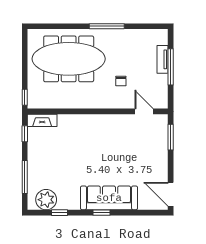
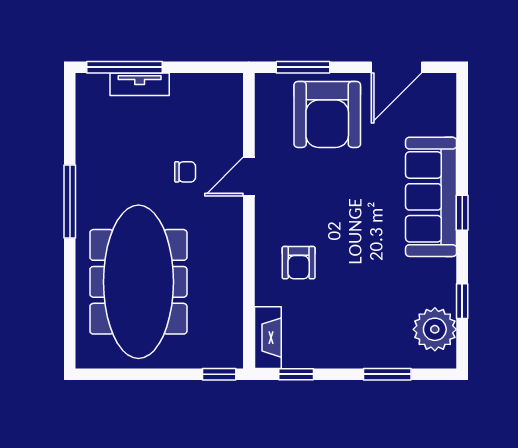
window: (171, 67) -> (124, 67), moved
door: (144, 111) -> (249, 177), moved
armchair: (78, 135) -> (299, 263), added
armchair: (148, 149) -> (327, 114), added
window: (25, 177) -> (387, 374), width x0.69
door: (171, 194) -> (396, 67), moved

